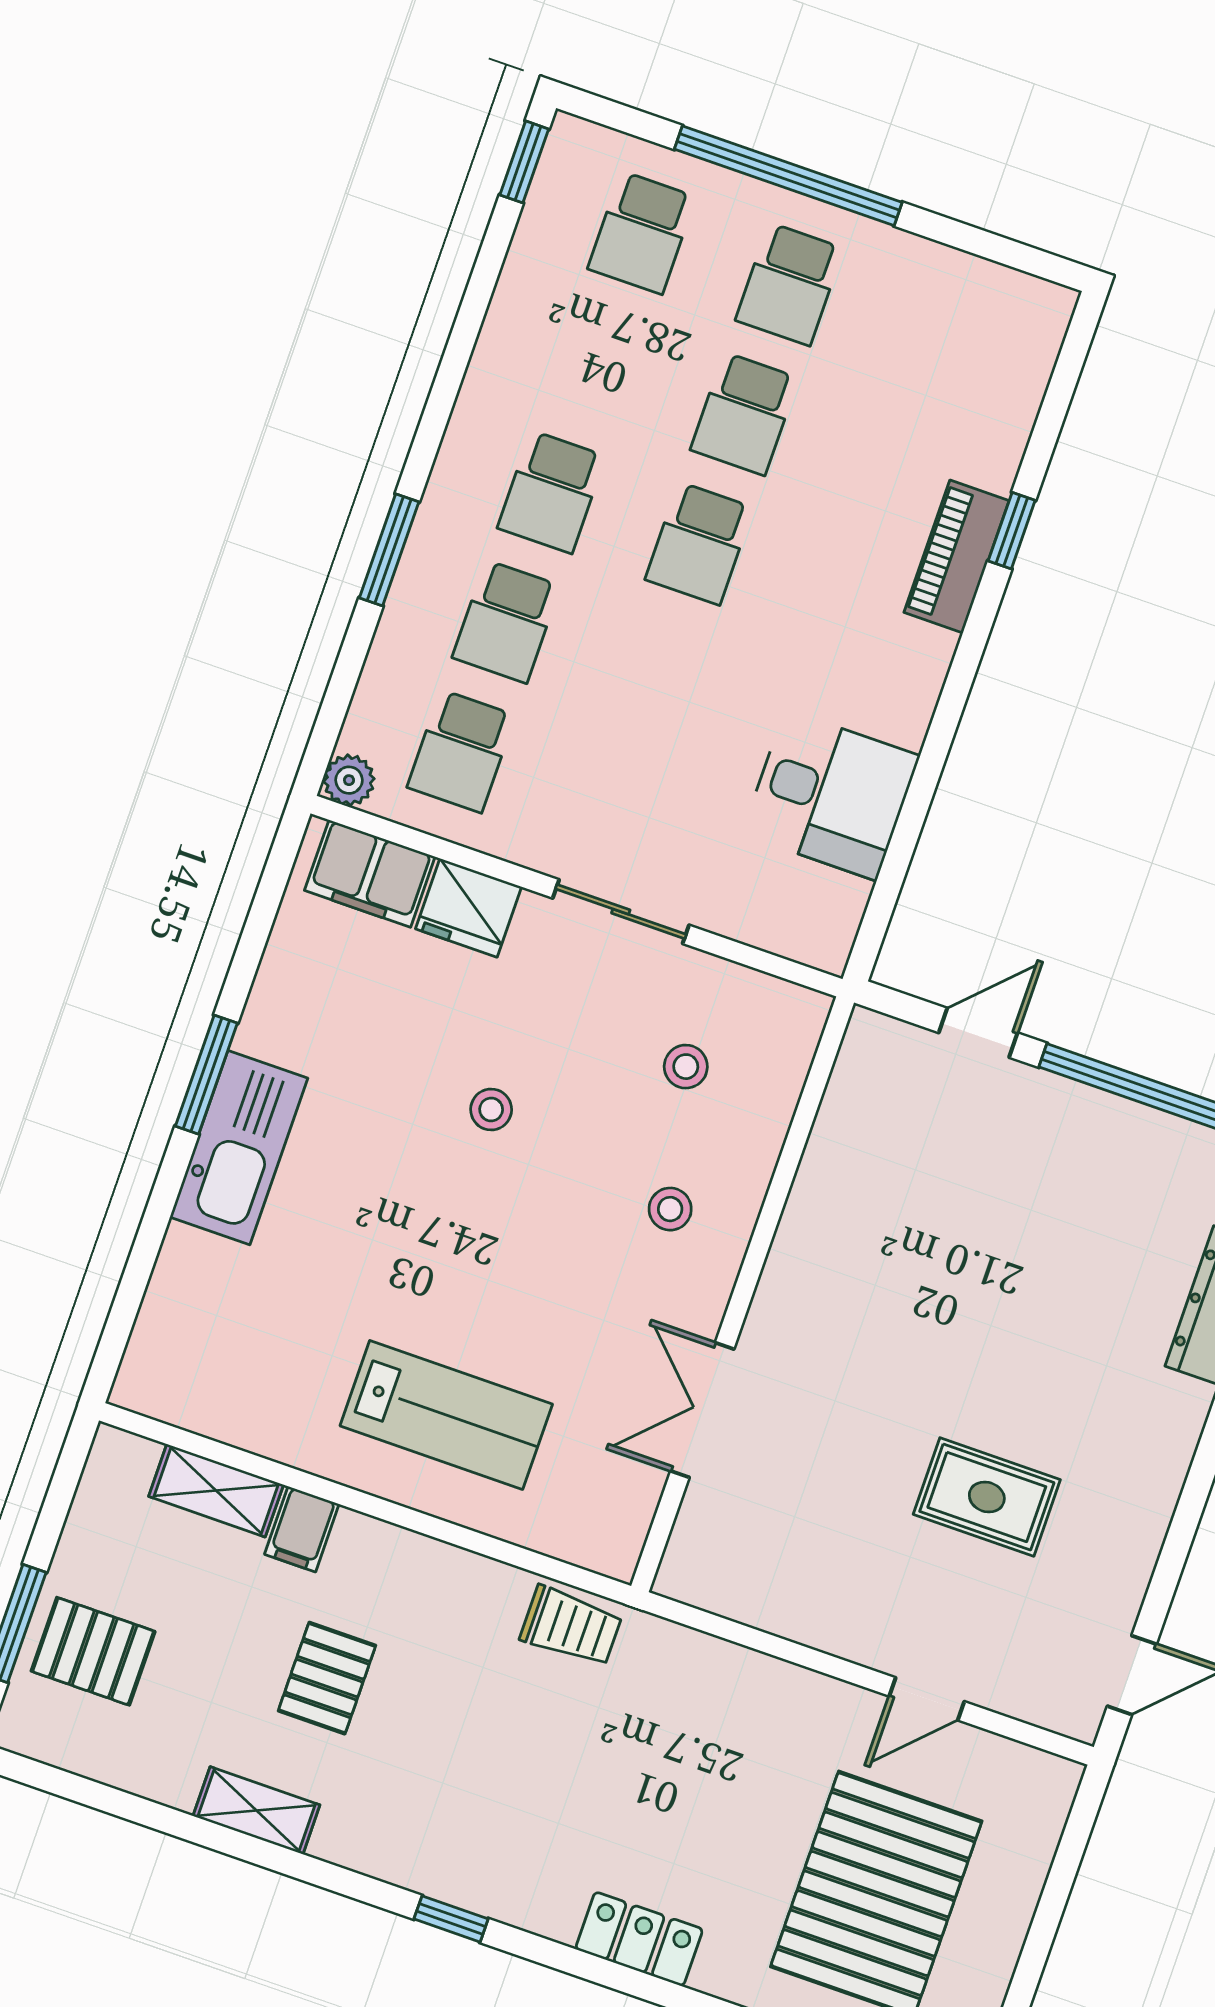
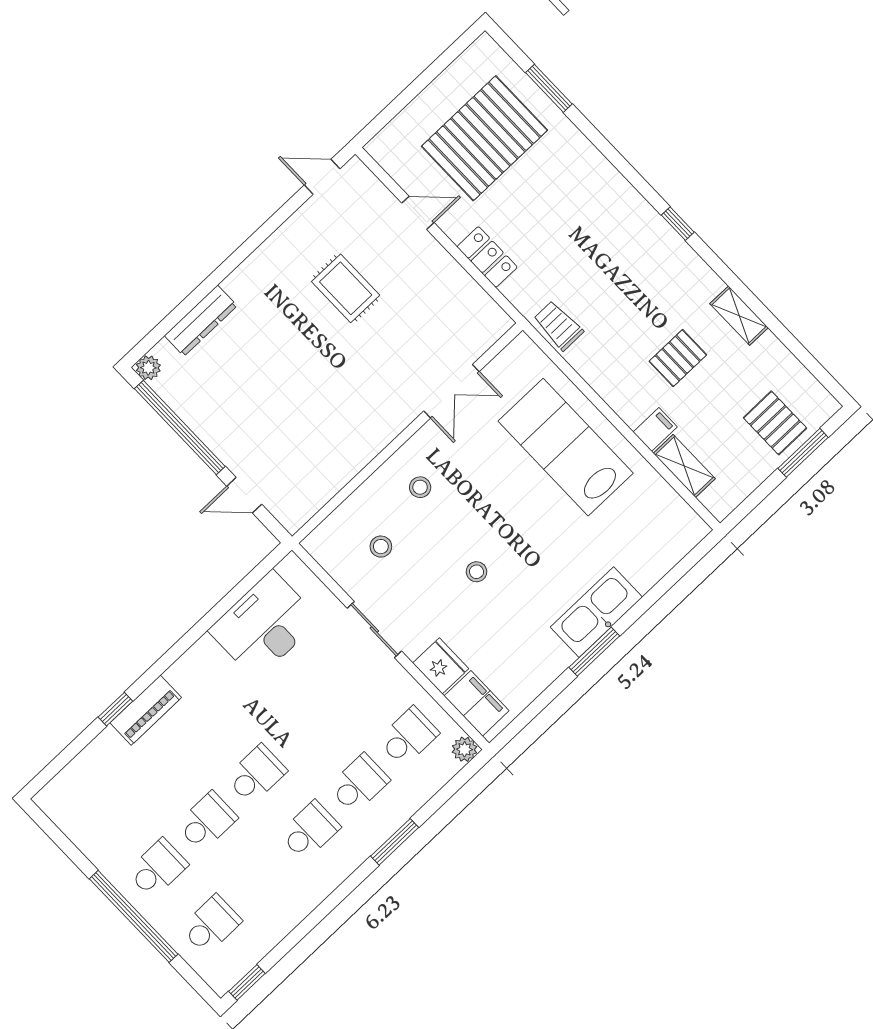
desk: (831, 795) -> (264, 625), width x1.37
lab bench: (446, 1415) -> (566, 447), width x1.36, depth x1.39
locker: (639, 1939) -> (487, 257), moved, turned 180

